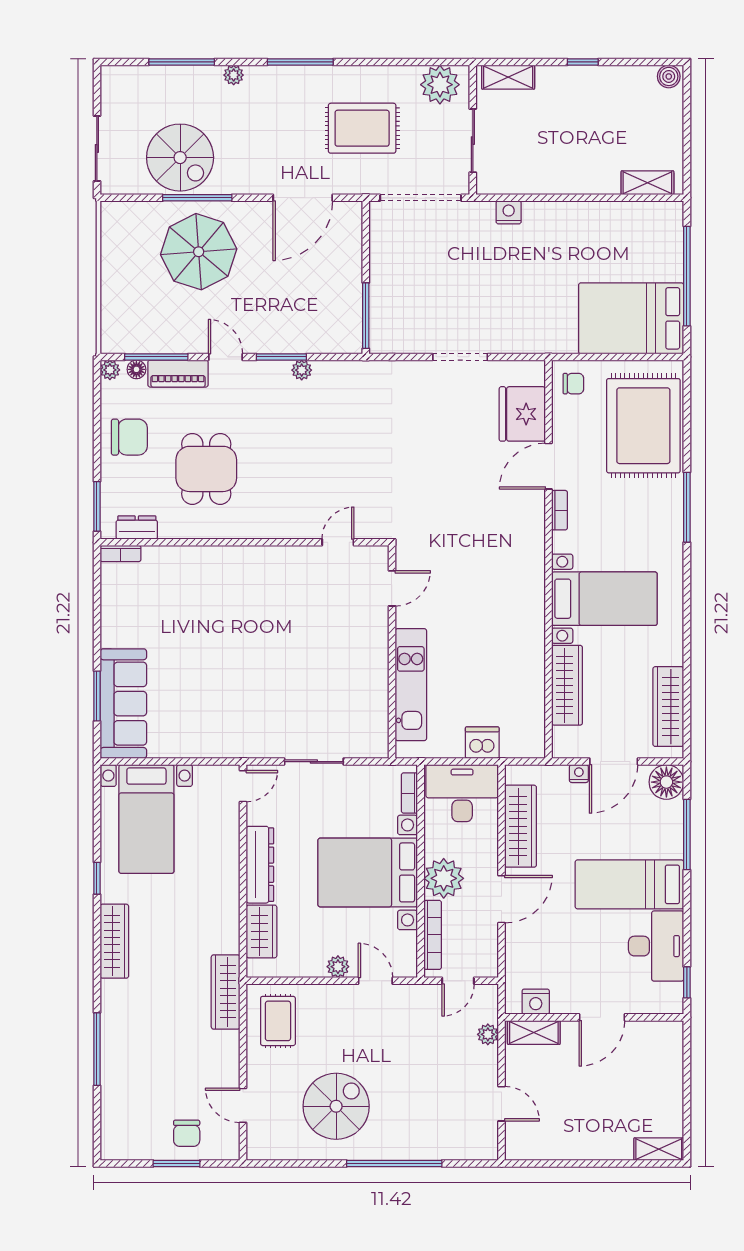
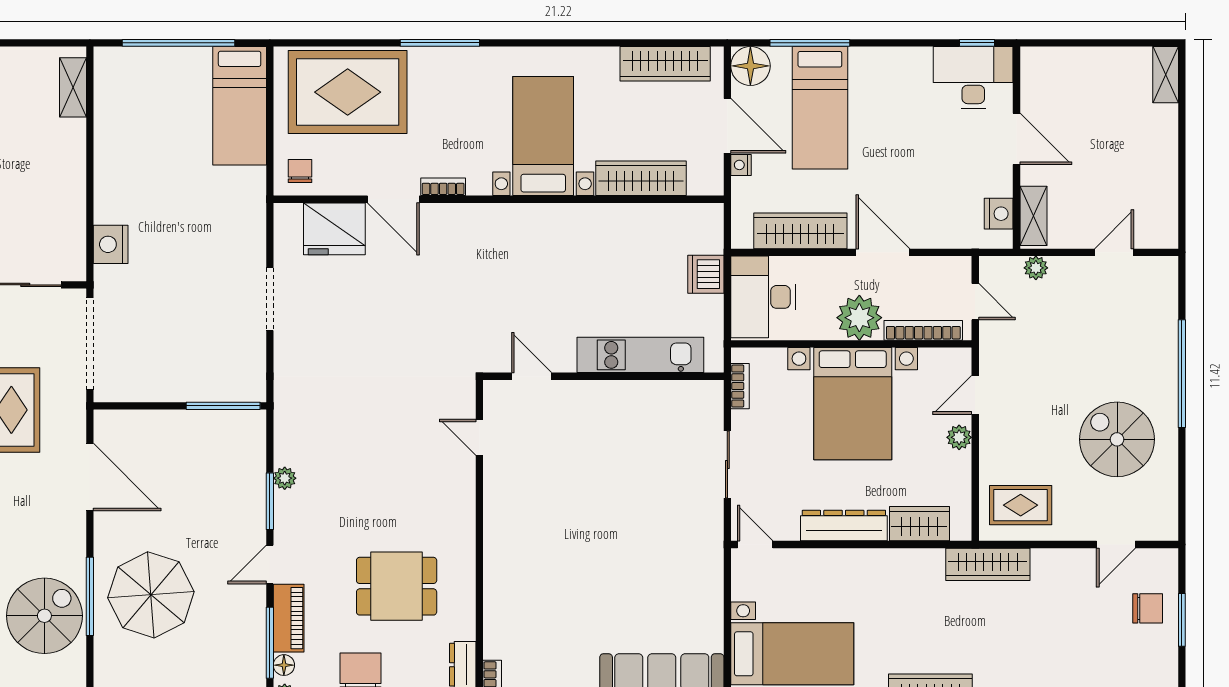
nightstand: (509, 212) -> (111, 244), width x1.36, depth x1.33
bed: (631, 318) -> (240, 106), width x0.67
bookcase: (409, 793) -> (740, 386), moved, turned -90
bed: (629, 884) -> (820, 108), moved
desk: (656, 946) -> (973, 78), moved

